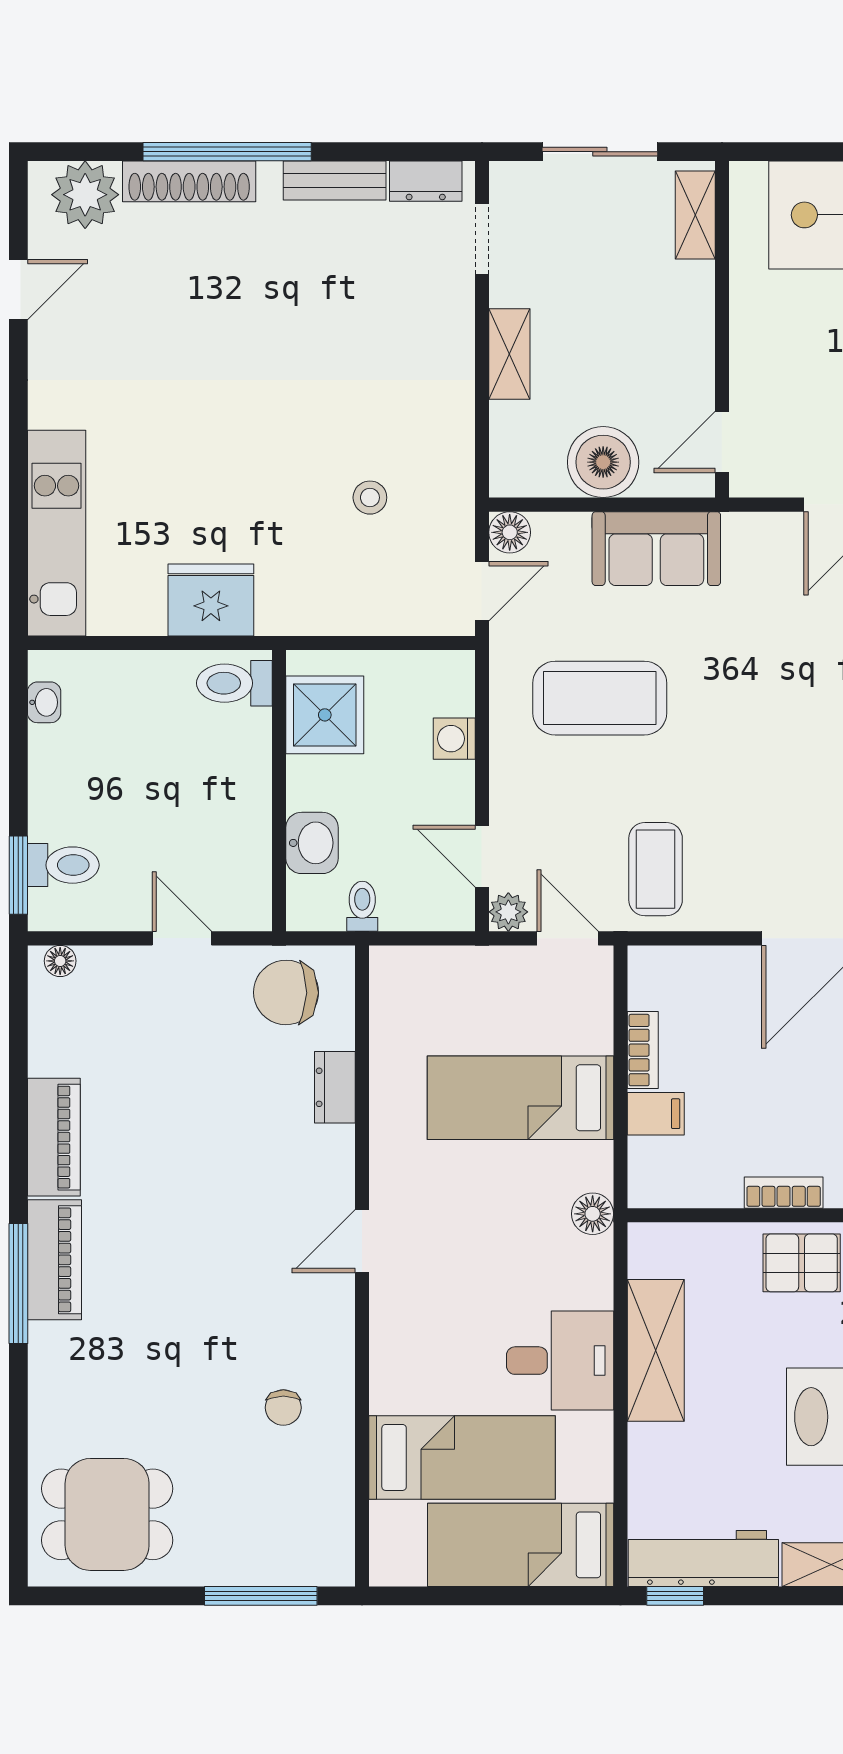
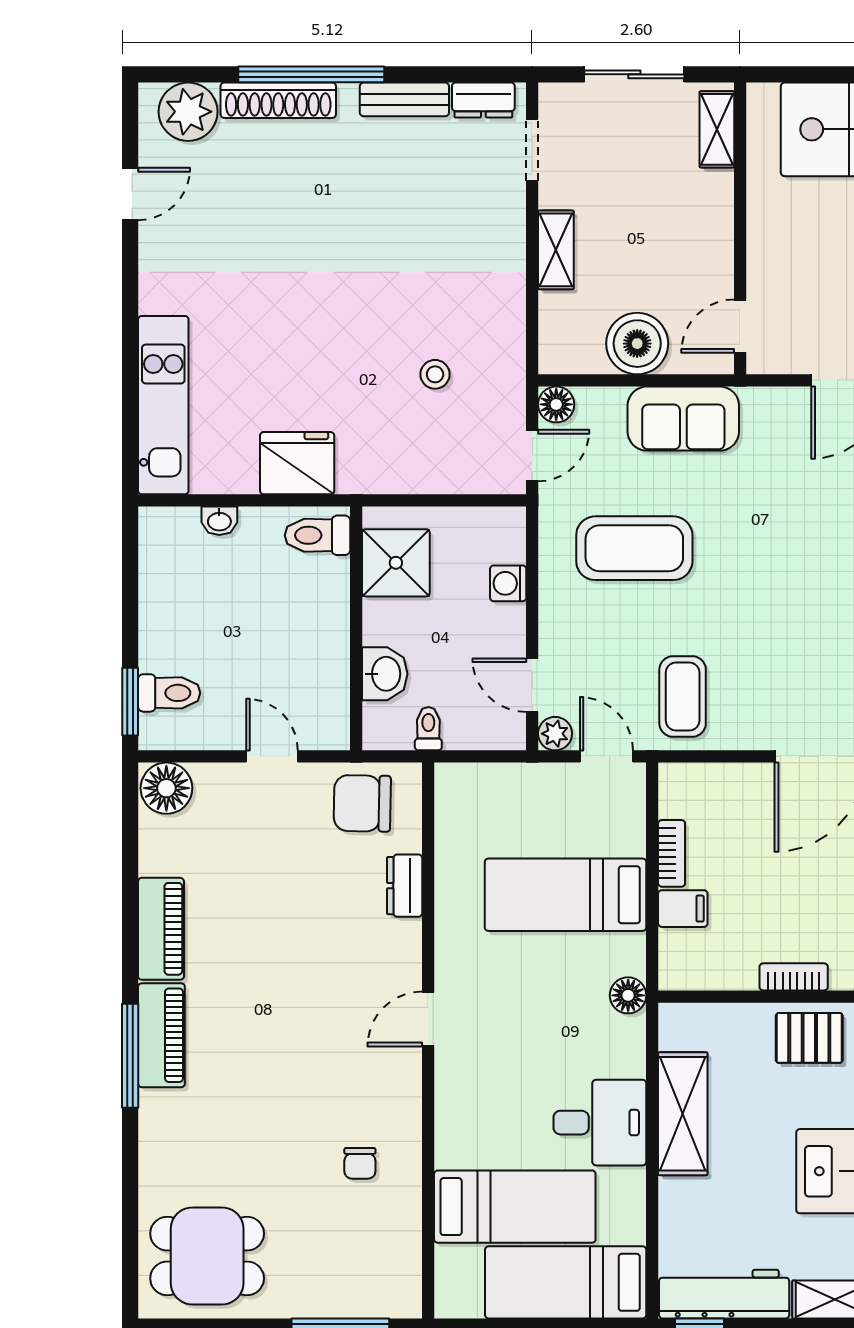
washbasin: (44, 702) -> (219, 521), moved, turned 90
floor lamp: (60, 961) -> (166, 788), width x1.89, depth x1.89

